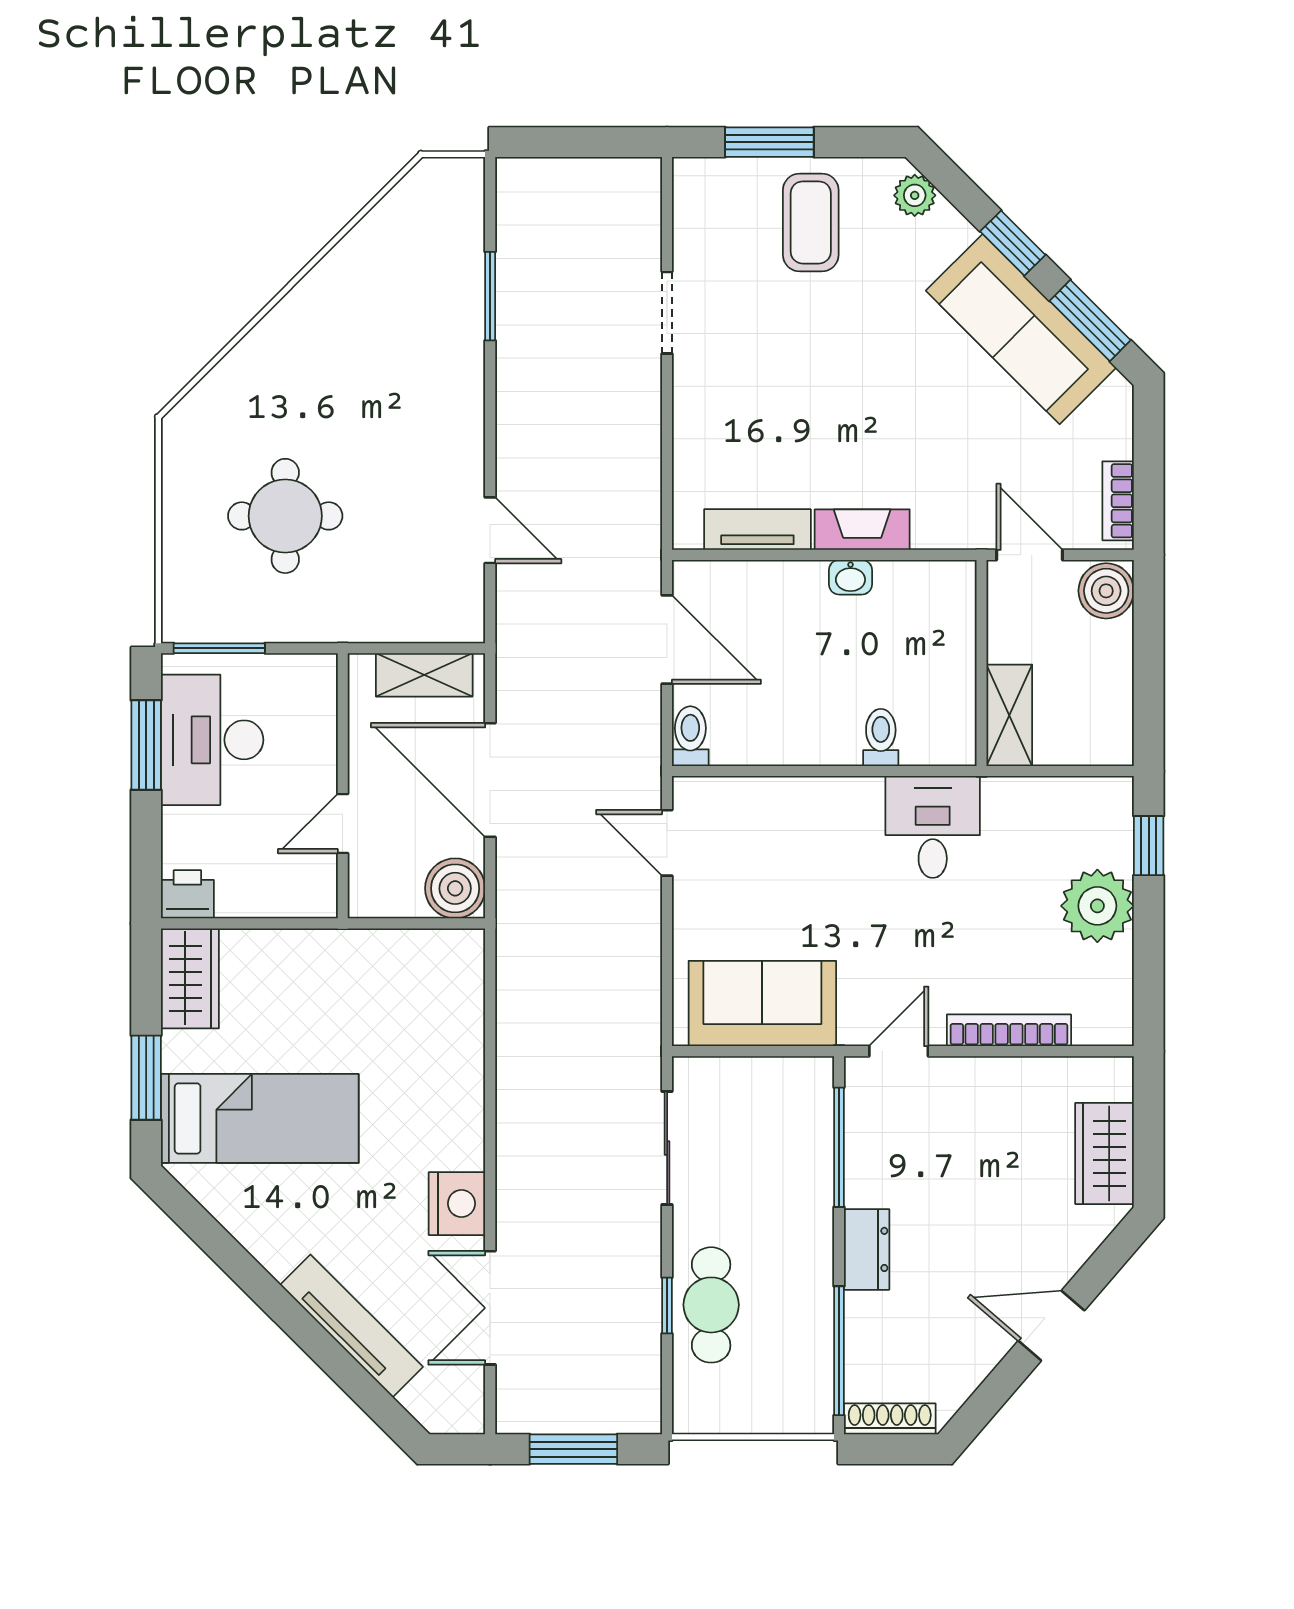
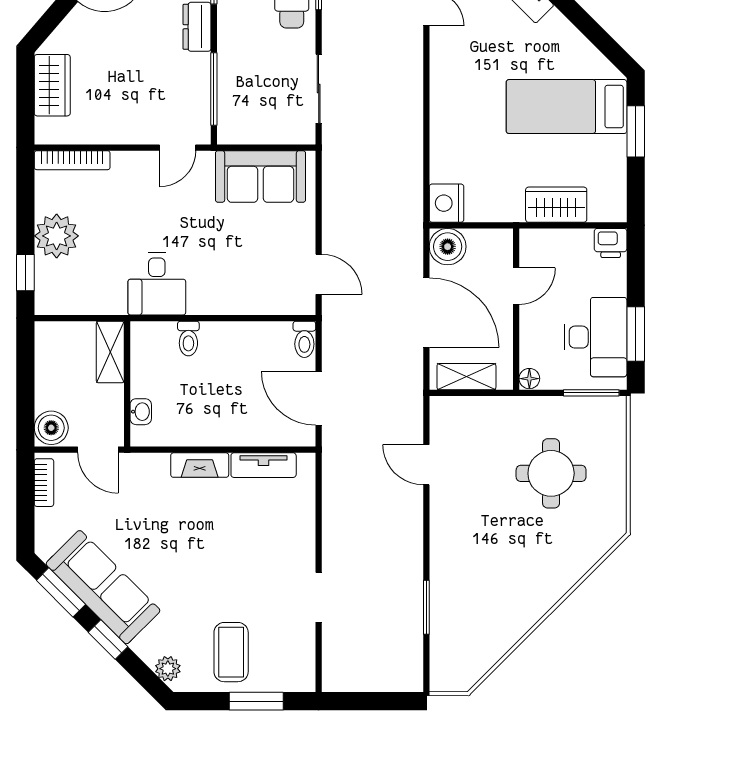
washbasin: (850, 577) -> (141, 412), moved, turned 90
floor lamp: (321, 672) -> (529, 379), added
wardrobe: (190, 978) -> (556, 205), moved, turned 90
bookcase: (1009, 1030) -> (72, 160), moved
nightstand: (457, 1204) -> (446, 203), moved

